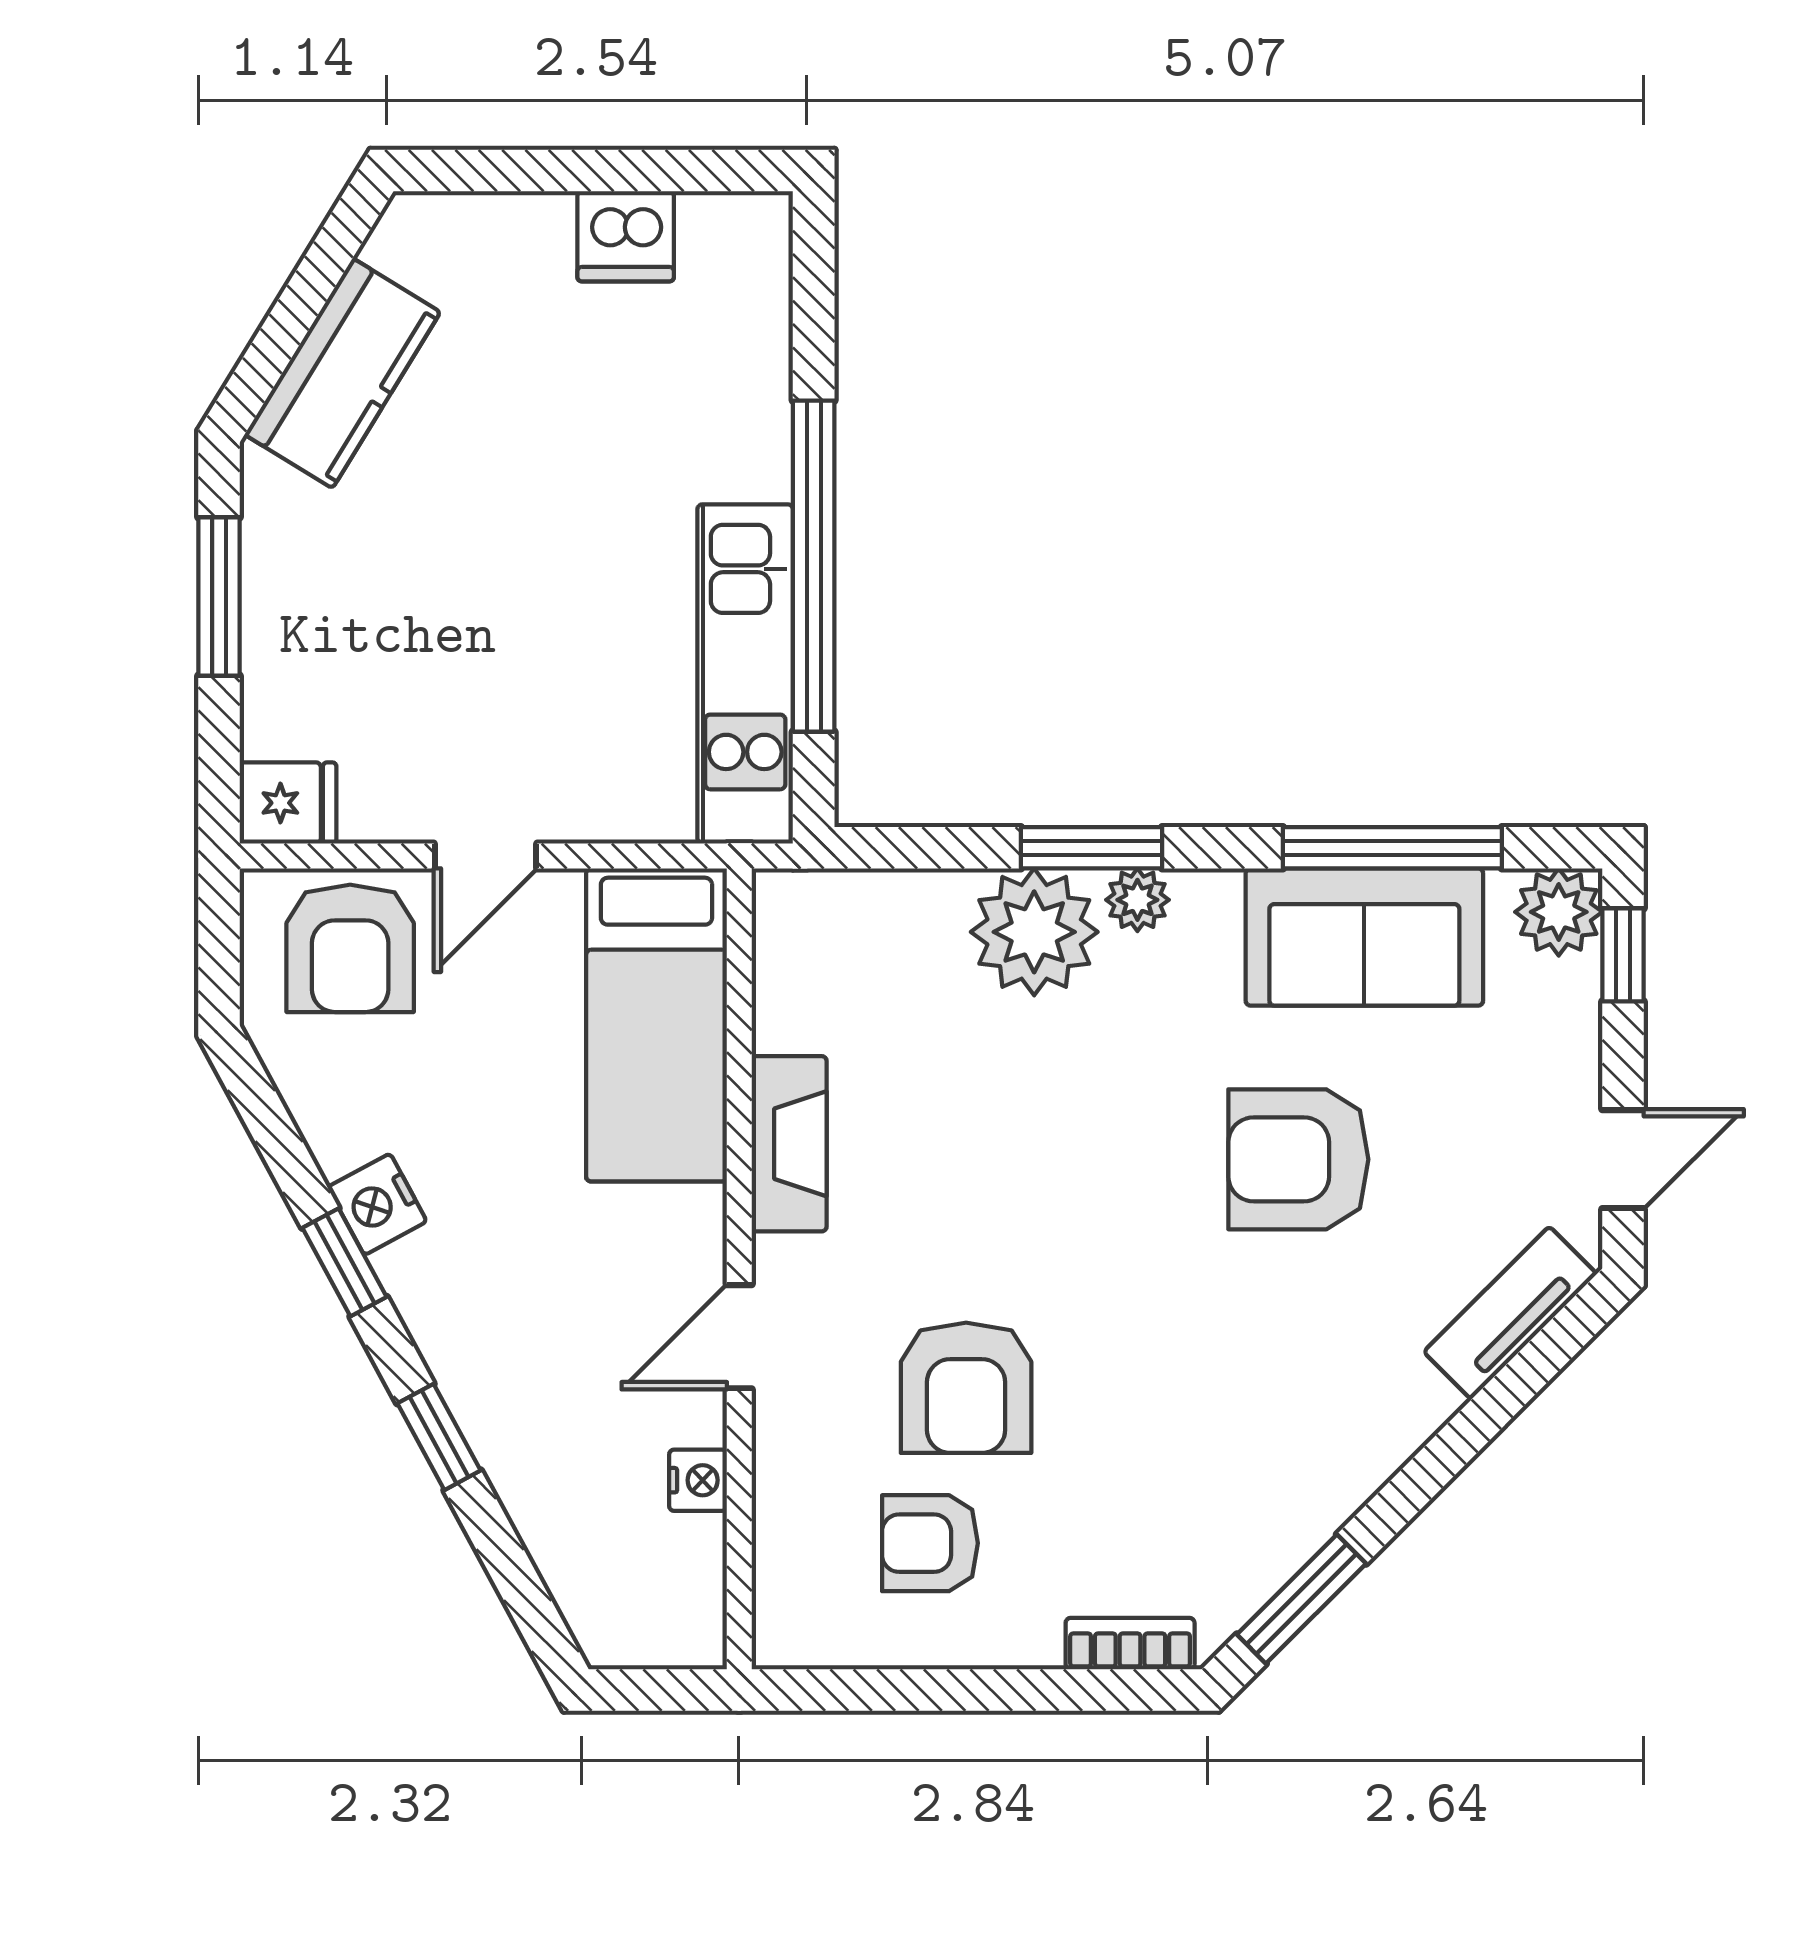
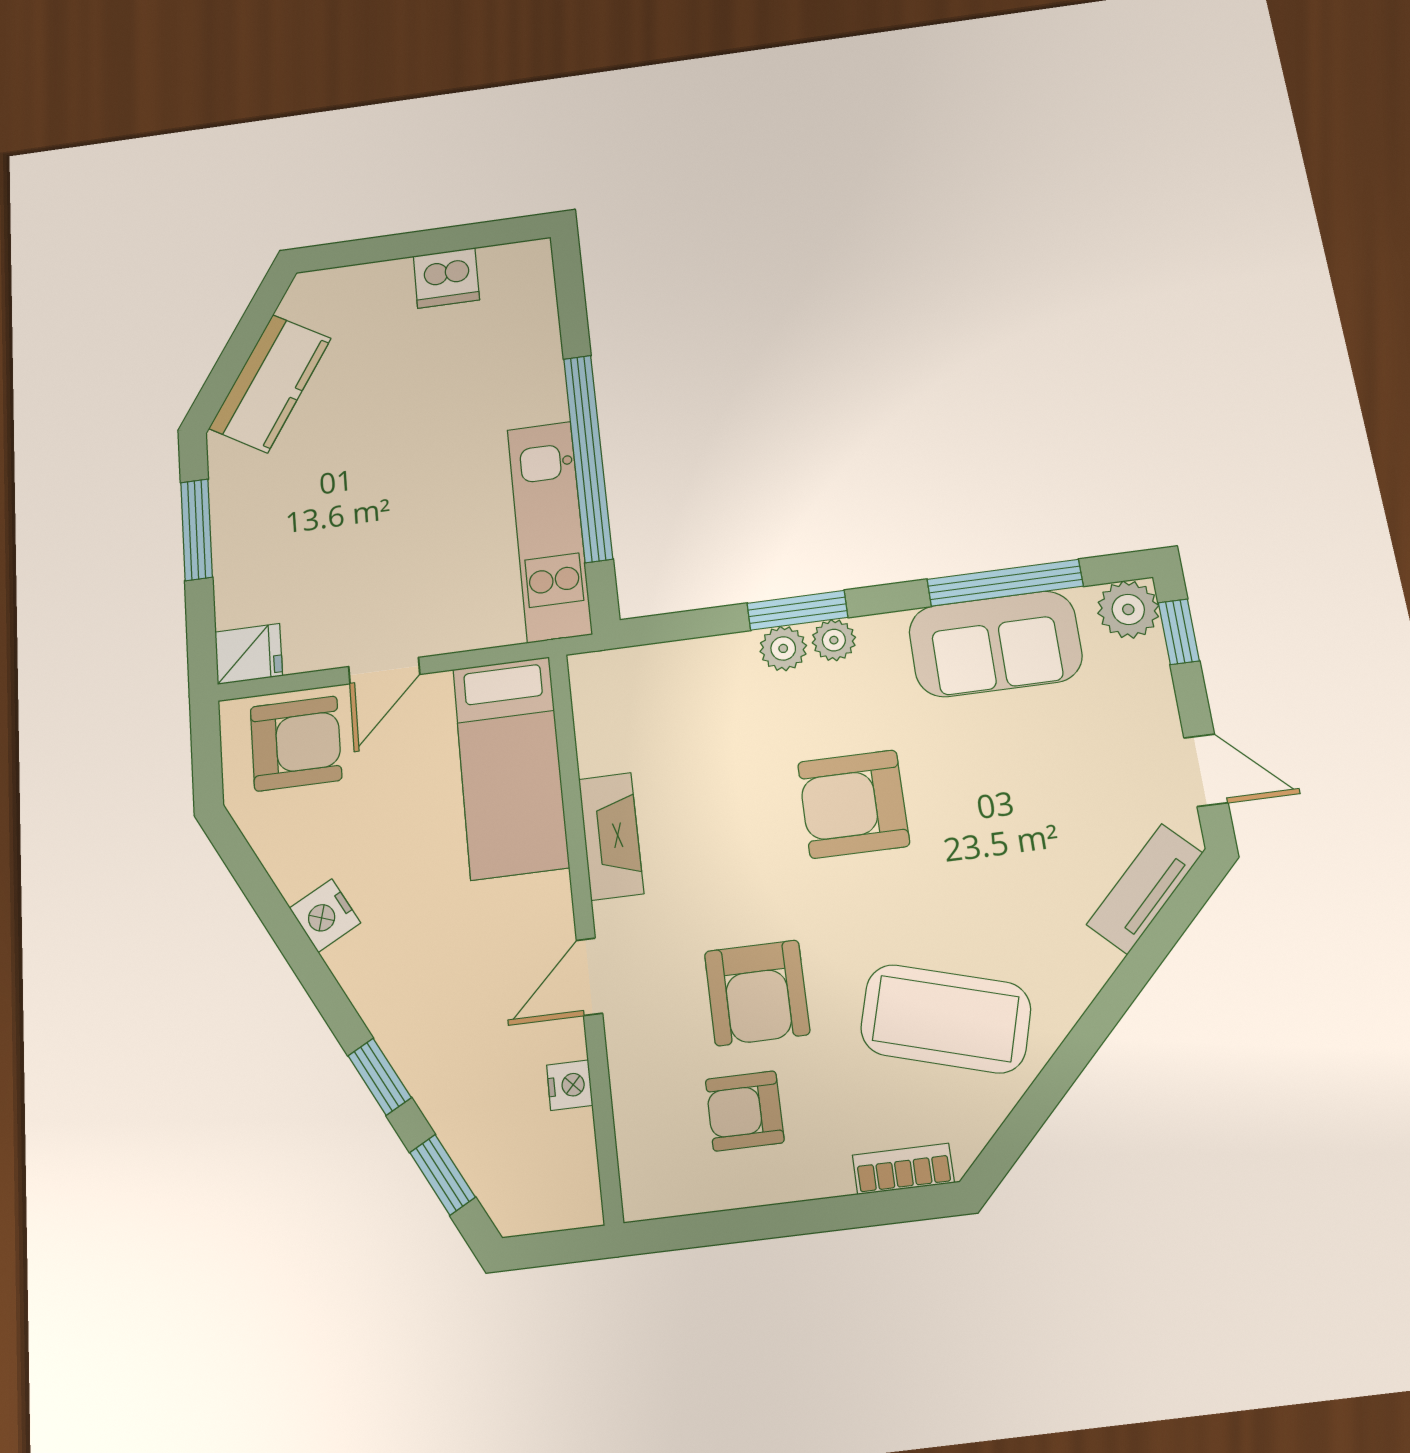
plant: (1034, 932) -> (783, 648), width x0.53, depth x0.53
armchair: (350, 948) -> (296, 743), turned -90
armchair: (1298, 1159) -> (853, 804), moved
door: (1623, 1159) -> (1206, 770), hinge flipped
window: (344, 1262) -> (443, 1175), moved
coffee table: (1215, 1454) -> (946, 1019), added
window: (1301, 1599) -> (1026, 1119), removed

